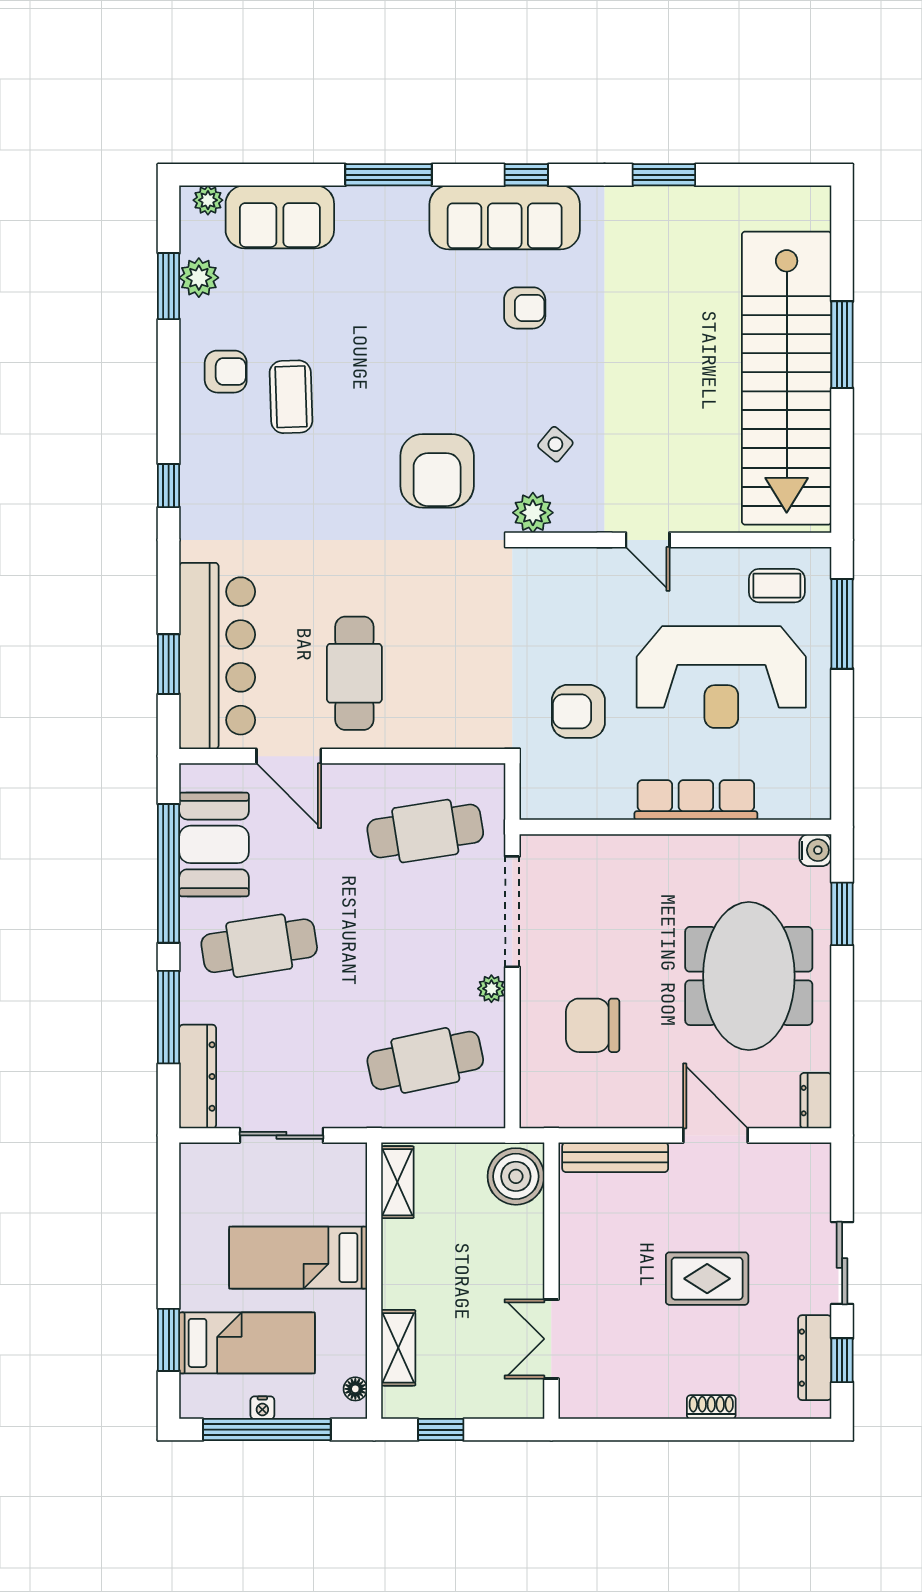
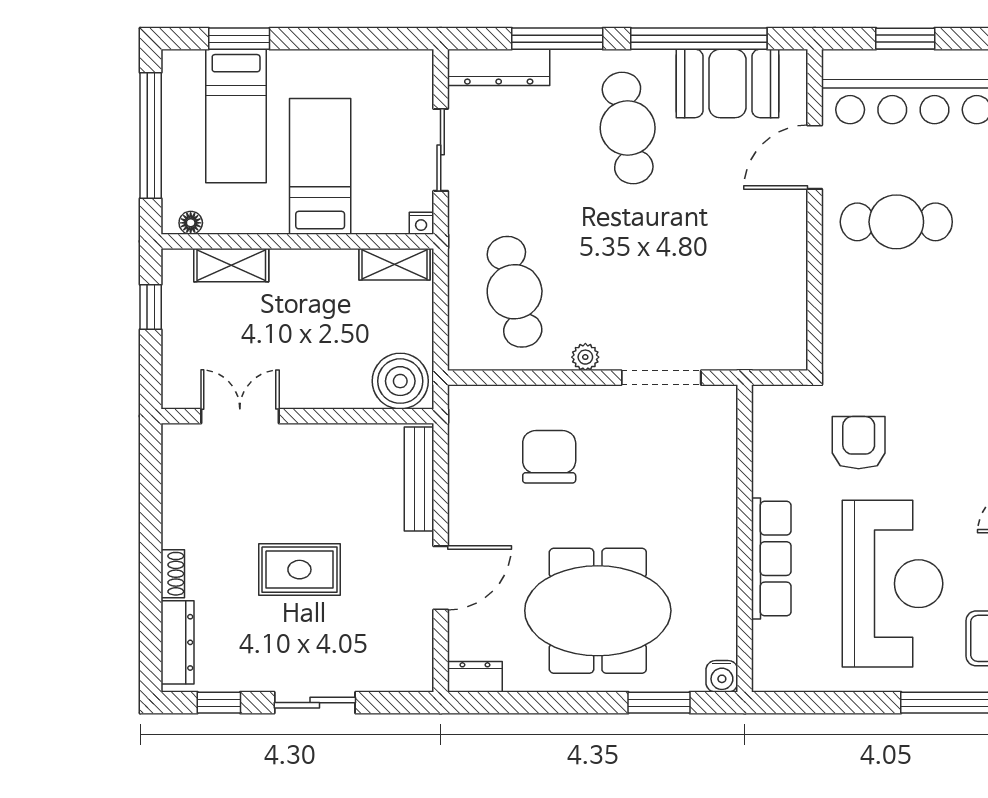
reception desk: (721, 677) -> (893, 584), turned 180
cafe table: (425, 831) -> (741, 292), removed
doorway: (512, 912) -> (661, 378), width x0.73
rug: (707, 1279) -> (299, 570), turned 90
dresser: (815, 1358) -> (177, 642), moved, turned 90
nightstand: (262, 1408) -> (421, 223), moved, turned -90

